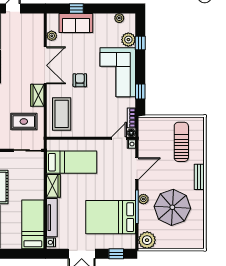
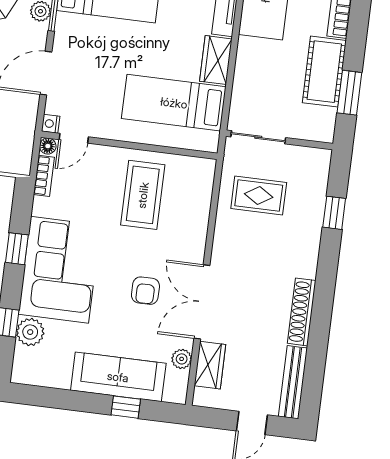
plant: (119, 18) -> (43, 377), removed
sofa: (76, 23) -> (118, 377), width x1.36
armchair: (80, 80) -> (145, 291), moved
window: (140, 92) -> (17, 249), moved
wardrobe: (37, 95) -> (210, 365), moved
coffee table: (62, 114) -> (143, 195), moved

